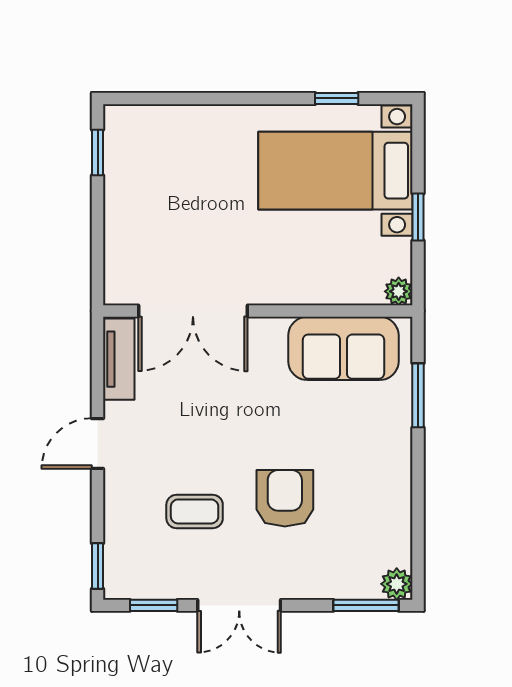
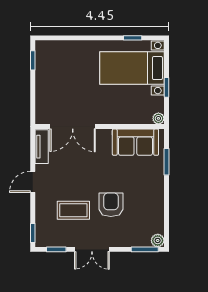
coffee table: (195, 511) -> (73, 210), width x1.36, depth x1.30

